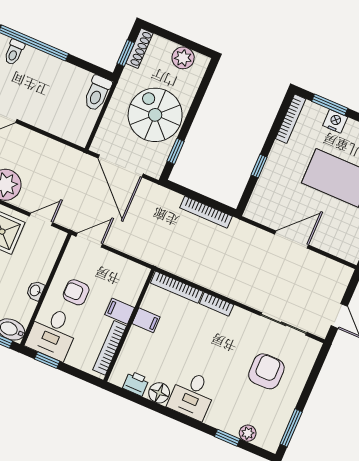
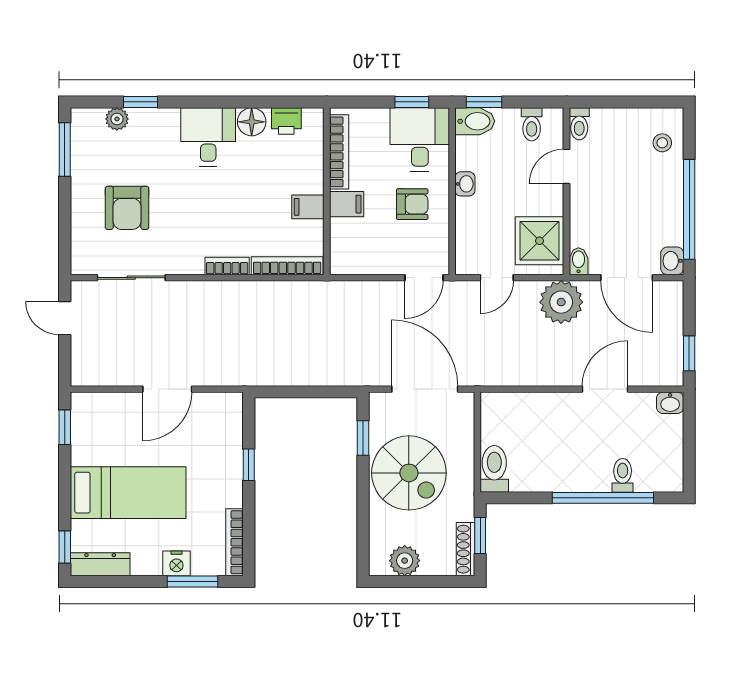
bookcase: (206, 212) -> (291, 377), removed

